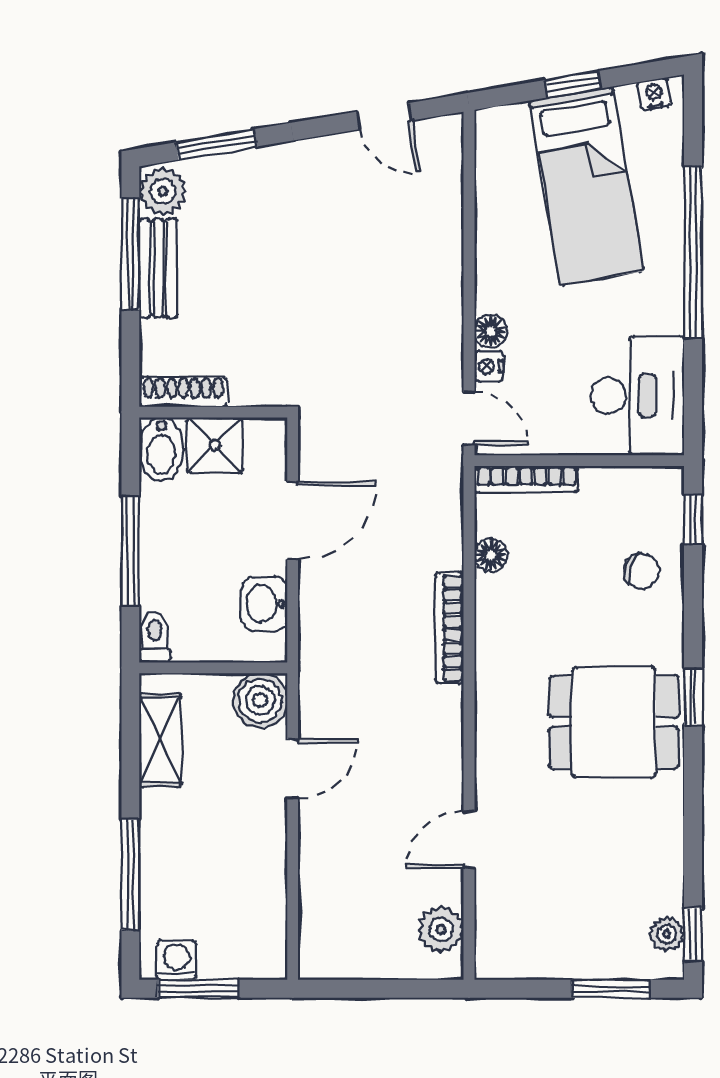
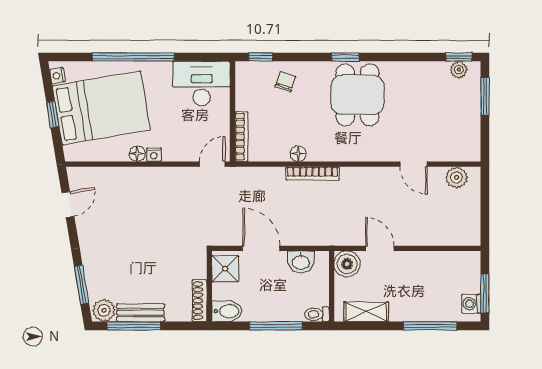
bed: (586, 186) -> (101, 108), width x1.50
floor lamp: (491, 331) -> (137, 154), moved
nightstand: (489, 366) -> (154, 155), moved
shower: (215, 445) -> (225, 269), moved
floor lamp: (491, 555) -> (298, 154), moved

